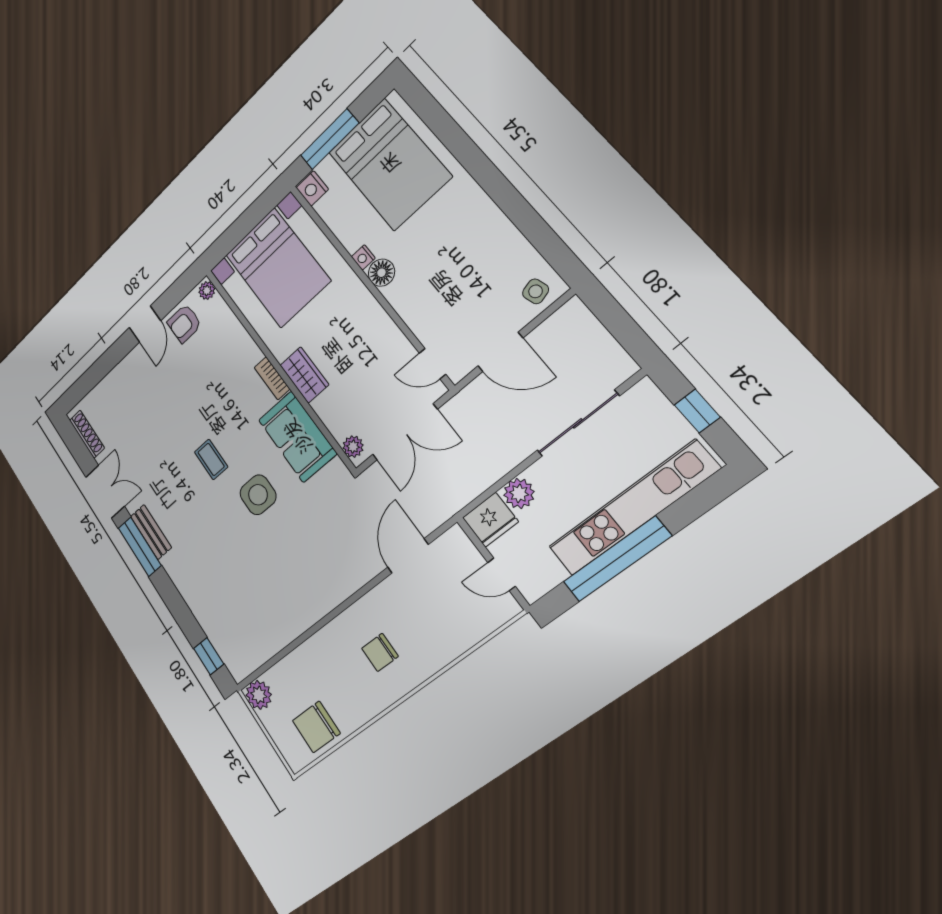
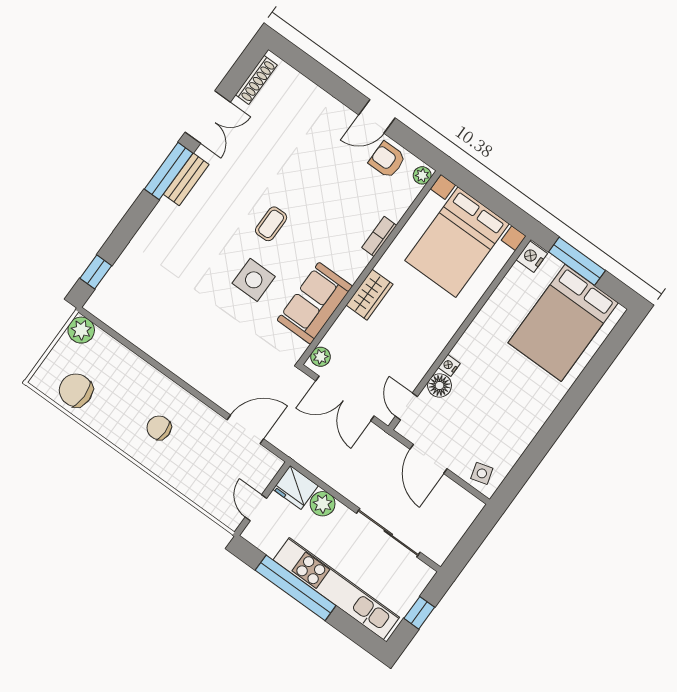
nightstand: (363, 257) -> (449, 365), moved
floor lamp: (381, 273) -> (440, 386), moved
bookcase: (272, 378) -> (379, 236), moved

